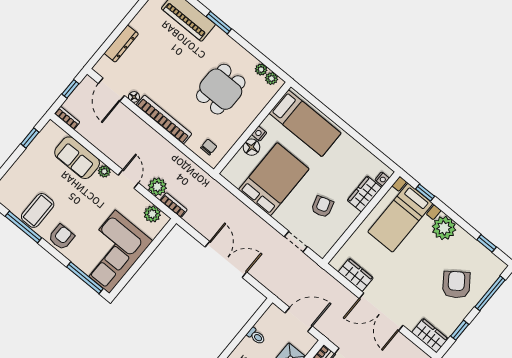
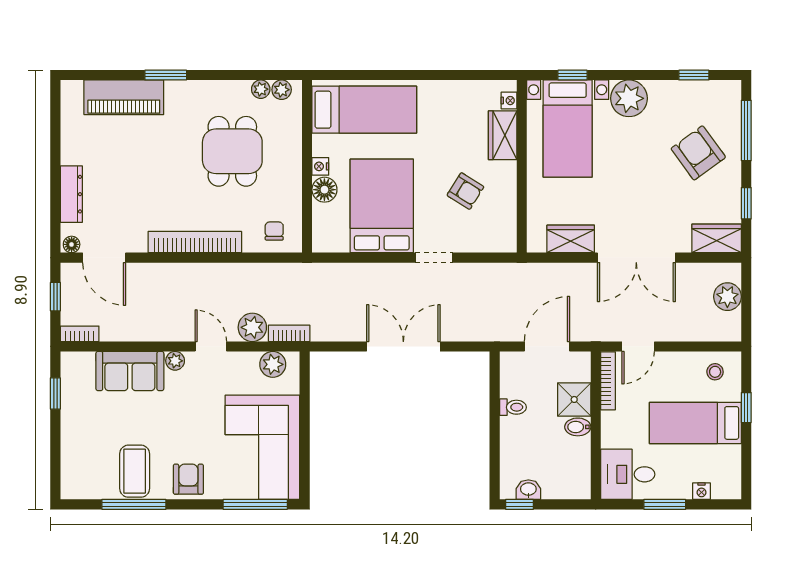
floor lamp: (134, 97) -> (72, 244), moved
armchair: (322, 207) -> (465, 191), turned 139
doorway: (296, 242) -> (434, 258), moved

